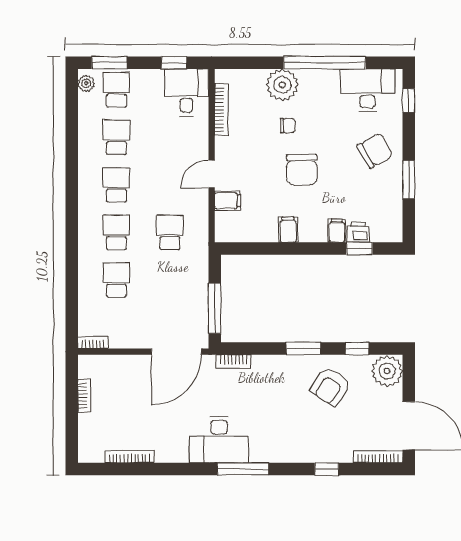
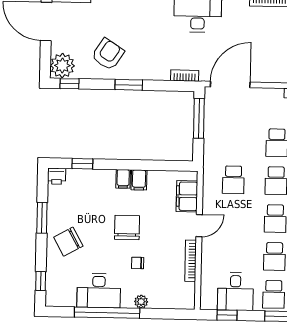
plant: (282, 85) -> (141, 302), width x0.53, depth x0.53
desk: (368, 90) -> (99, 291), moved
desk: (186, 93) -> (235, 291), moved
bookcase: (221, 110) -> (191, 261), moved
filing cabinet: (228, 201) -> (187, 196), width x2.00
filing cabinet: (337, 231) -> (123, 179), moved
printer: (358, 232) -> (57, 176), moved
window: (357, 349) -> (70, 84), moved

